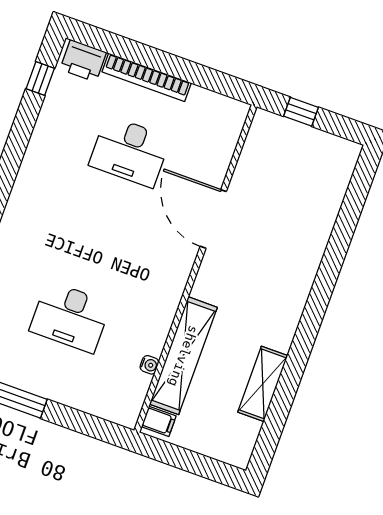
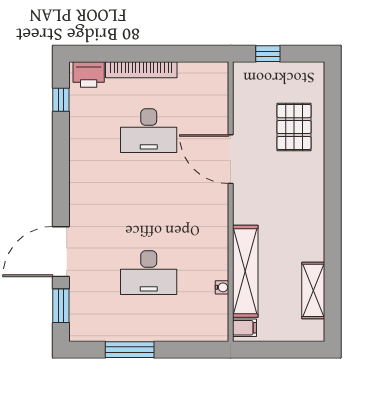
pallet: (301, 208) -> (294, 127), added
shelving: (263, 384) -> (313, 290), moved

